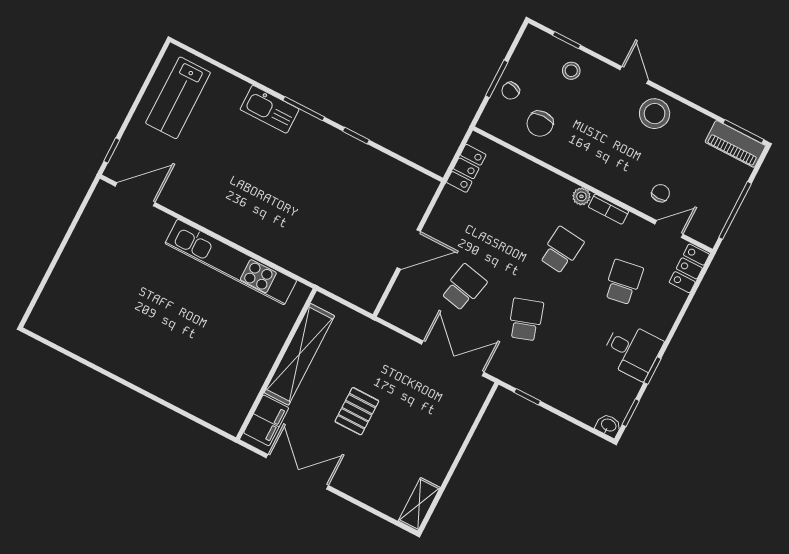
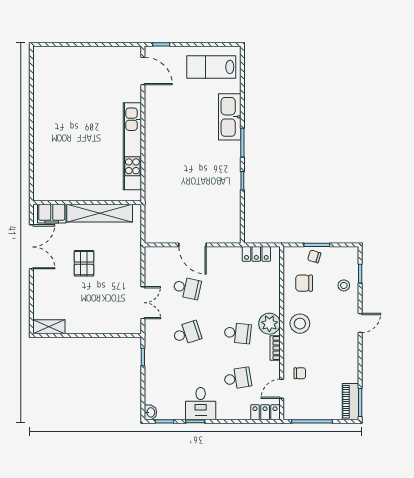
kitchen sink: (270, 109) -> (230, 117), width x1.36, depth x1.24
stool: (655, 114) -> (300, 324), moved
plant: (581, 196) -> (269, 324), width x1.87, depth x1.87
door: (669, 229) -> (282, 389), swing flipped
double door: (453, 358) -> (143, 303), width x0.73
pallet: (357, 411) -> (84, 263), turned 90

